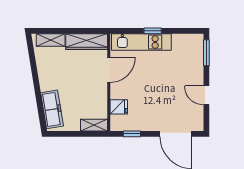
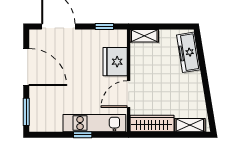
door: (206, 95) -> (26, 67), width x1.88
fridge: (119, 107) -> (115, 62), width x1.88, depth x1.34

